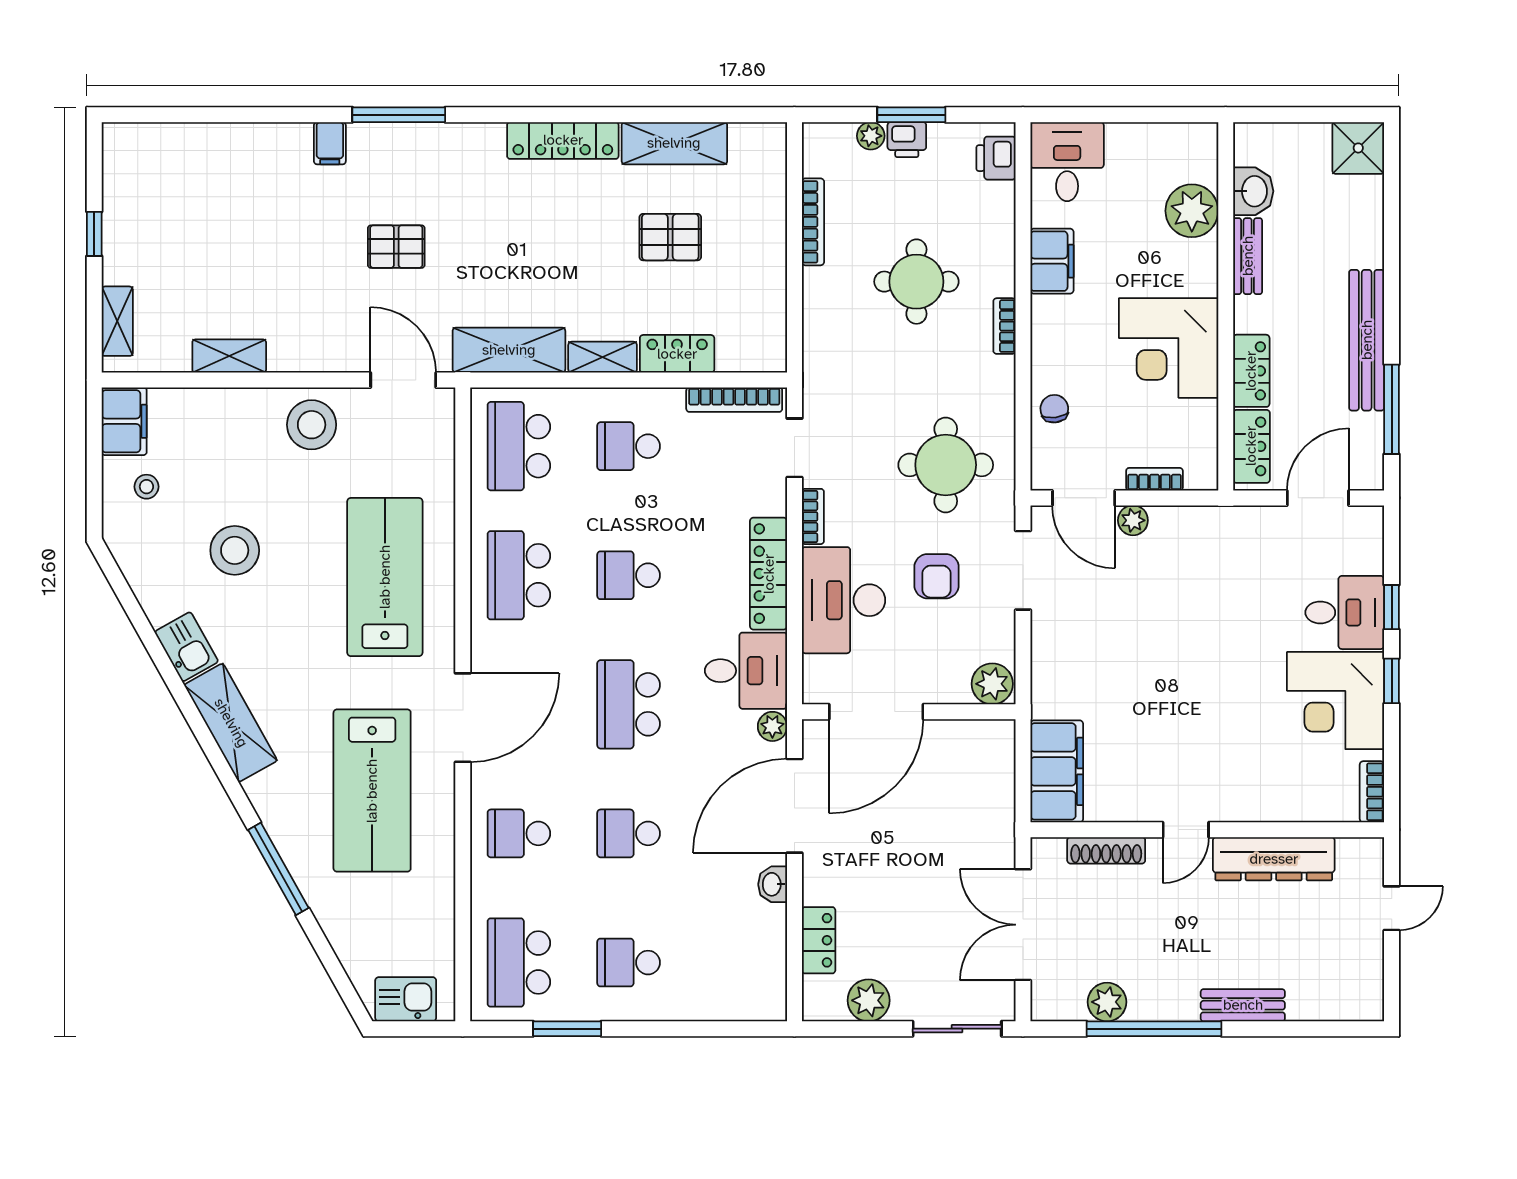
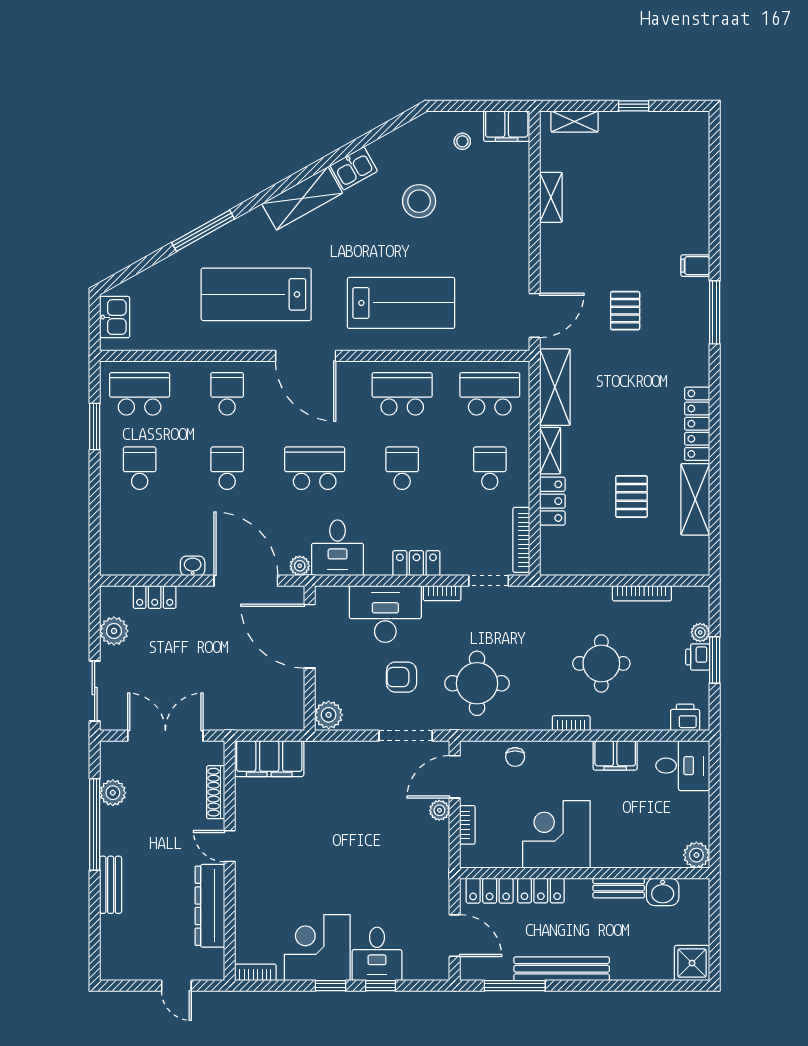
plant: (1192, 211) -> (696, 855), moved, width x0.73, depth x0.73
chair: (1054, 409) -> (515, 757), turned 97
stool: (312, 425) -> (504, 253), removed
locker: (769, 574) -> (416, 563), width x0.66

